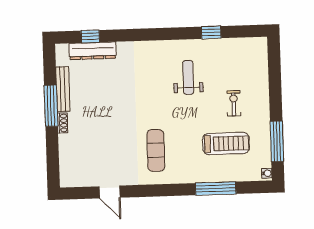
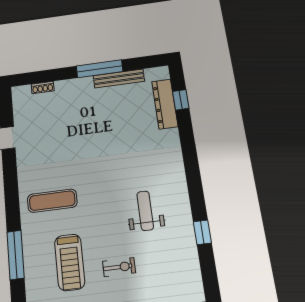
weight bench: (188, 77) -> (145, 211), turned -90
shoe rack: (63, 123) -> (43, 87), moved
exercise mat: (156, 150) -> (52, 201), moved

